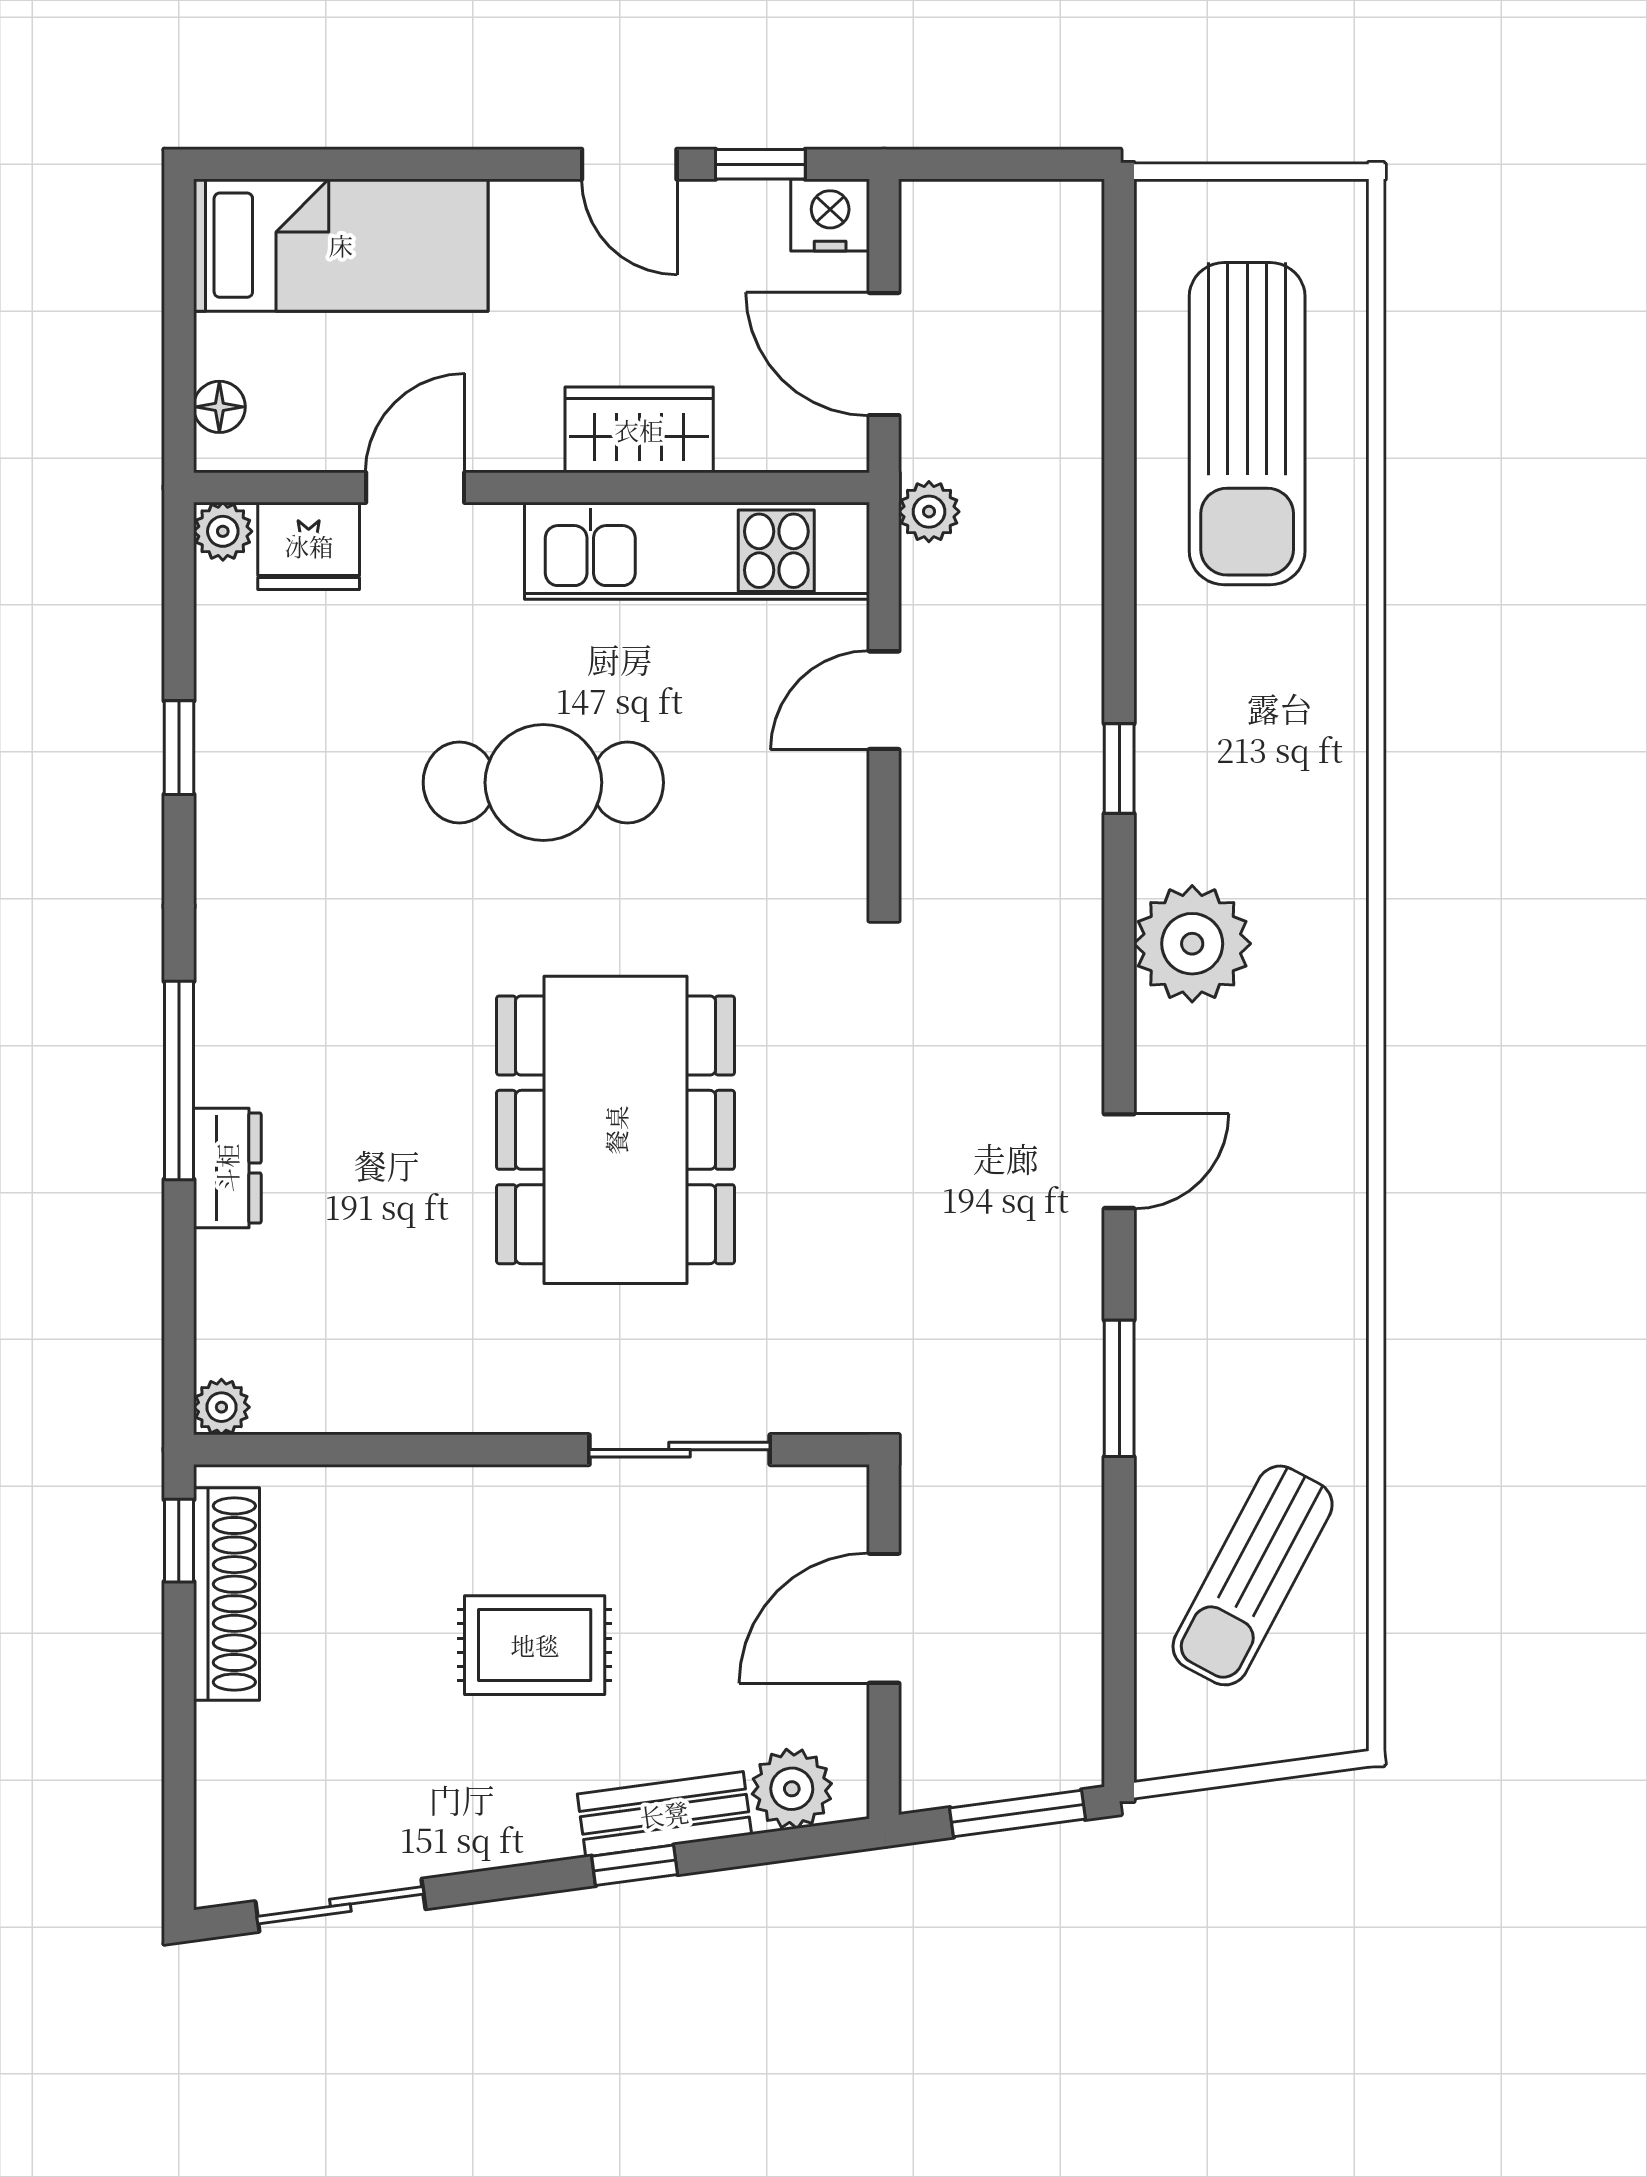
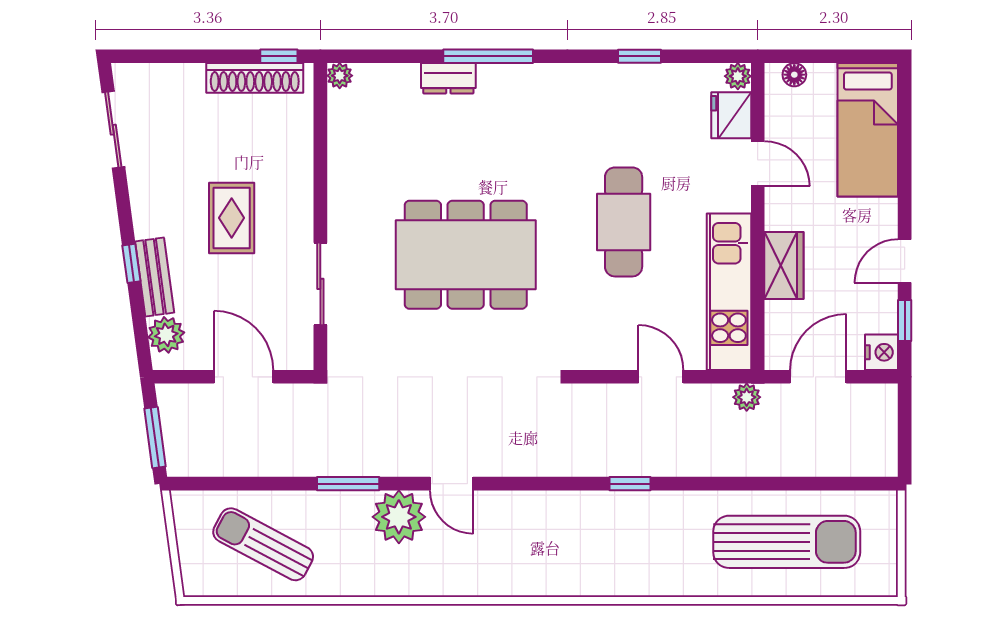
sun lounger: (1247, 424) -> (787, 542), turned 180
plant: (1192, 944) -> (399, 517), moved

